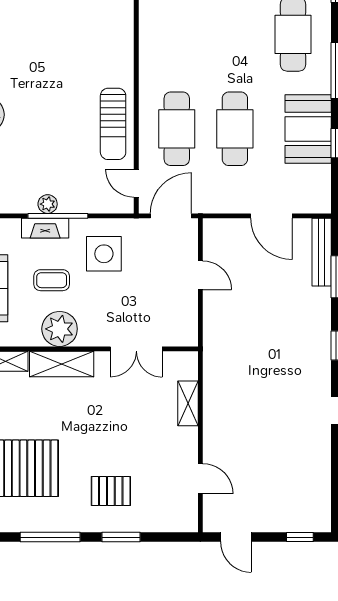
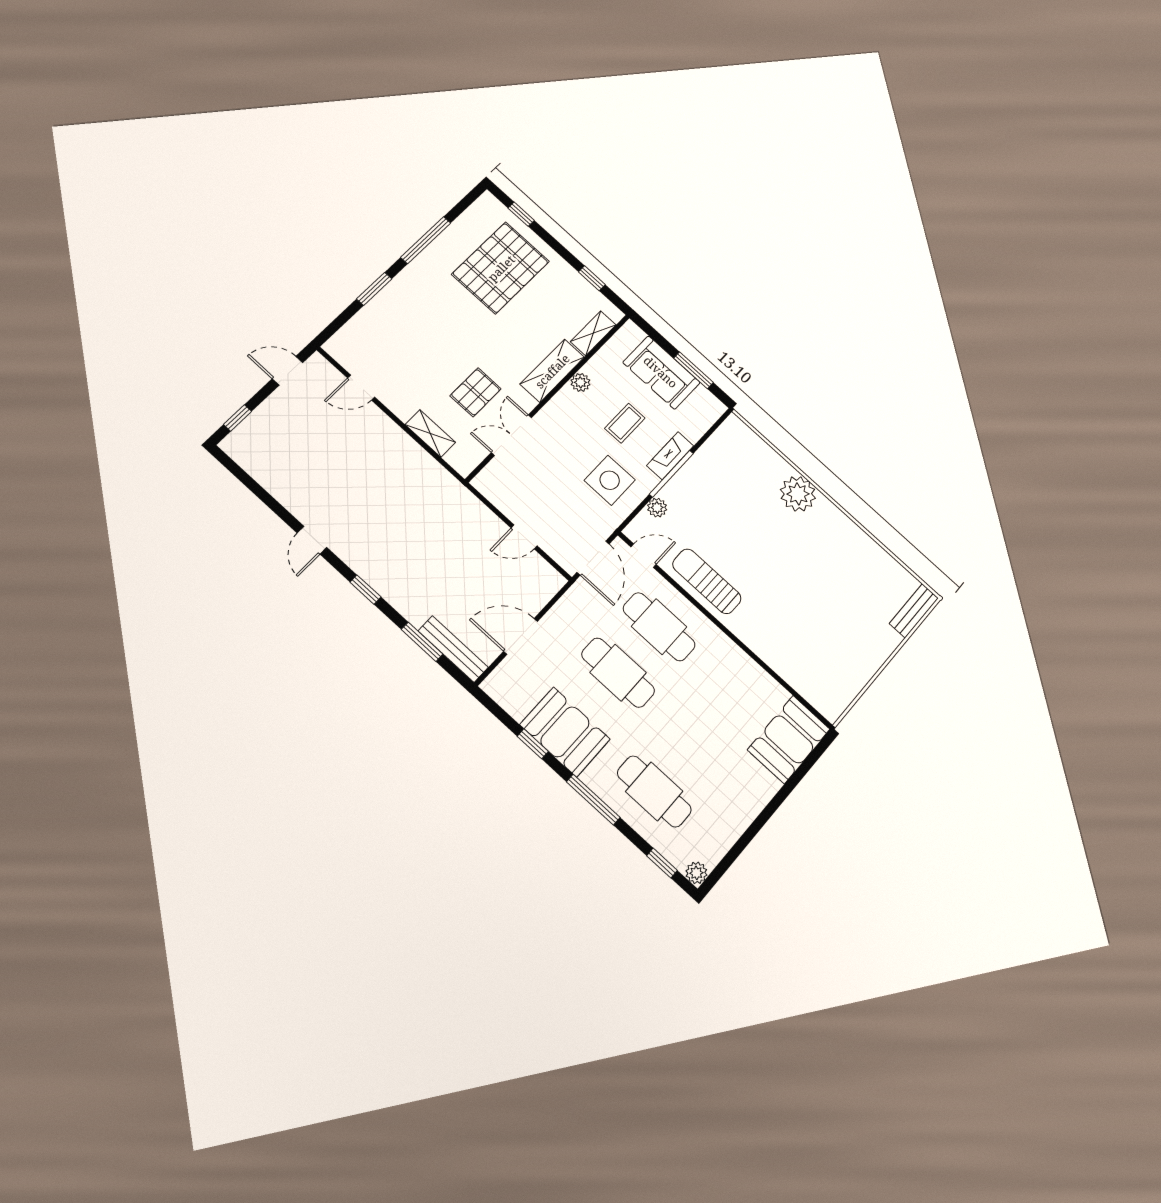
plant: (48, 204) -> (657, 508), moved
plant: (60, 329) -> (580, 382), width x0.53, depth x0.53
pallet: (111, 491) -> (476, 392), moved

